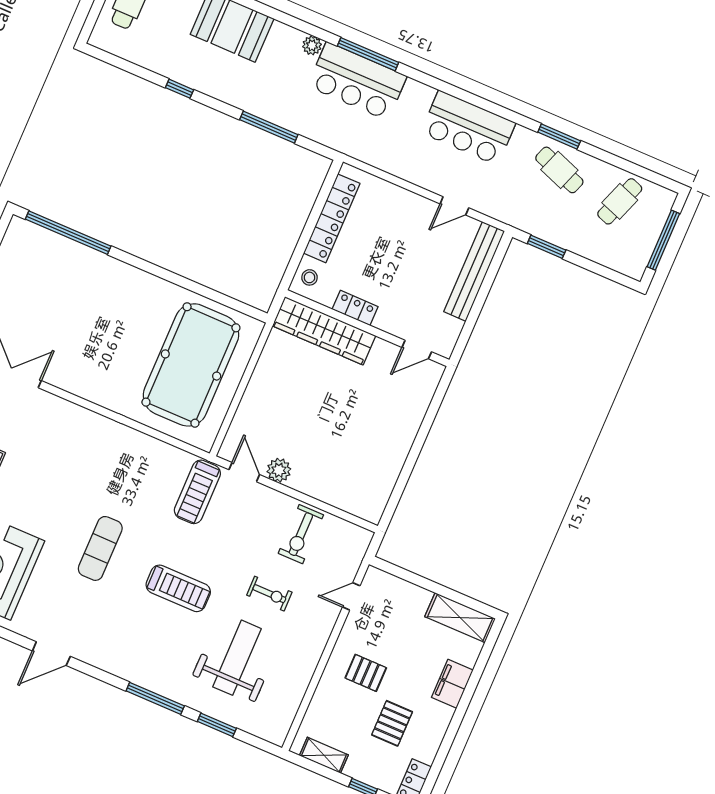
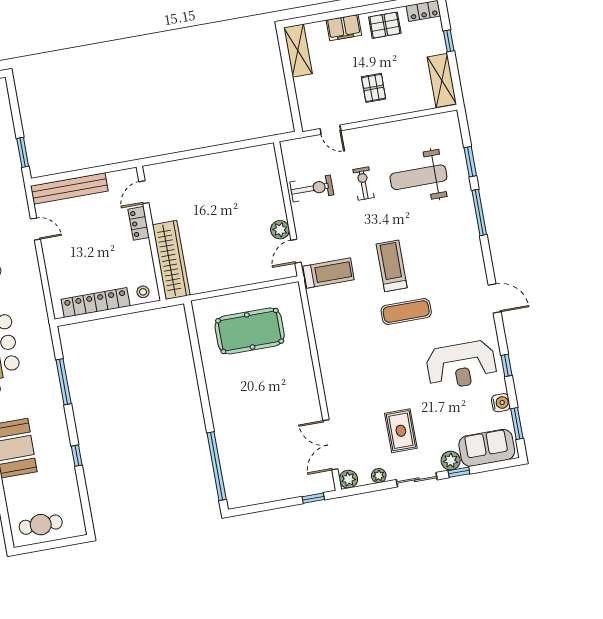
locker: (355, 308) -> (139, 223), moved
door: (417, 350) -> (144, 192), swing flipped
pool table: (191, 365) -> (250, 331), width x0.73, depth x0.76
treadmill: (178, 588) -> (392, 266), moved
pallet: (392, 723) -> (385, 25), moved
shelving: (324, 755) -> (442, 80), width x1.50, depth x1.33

